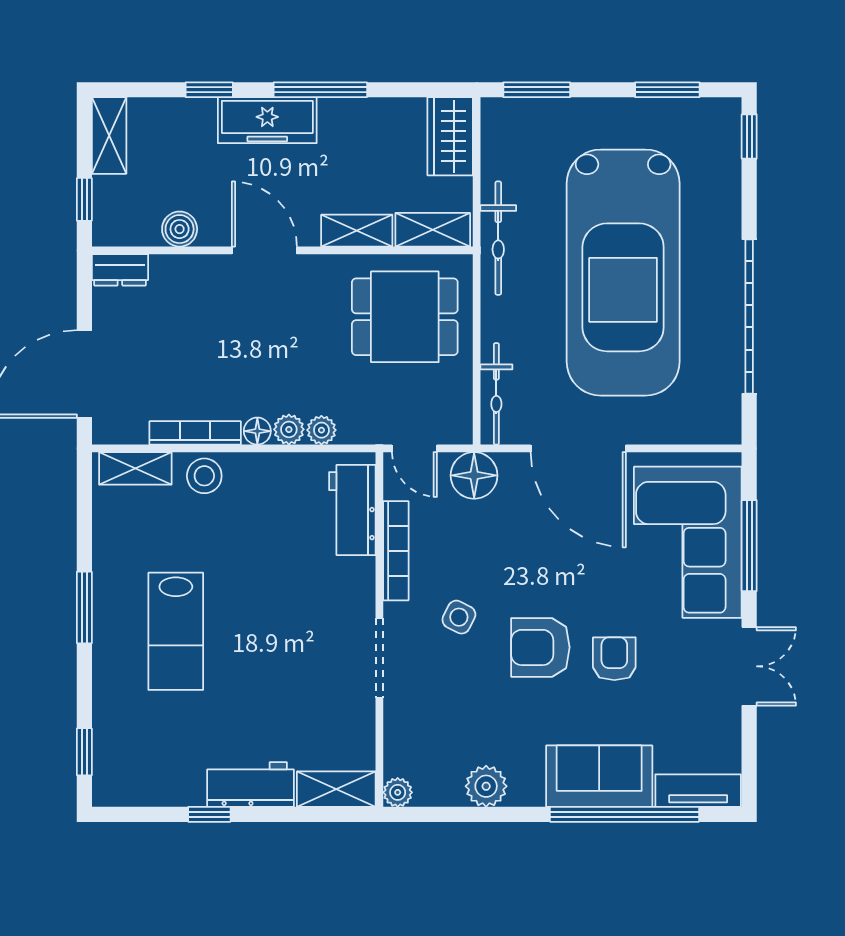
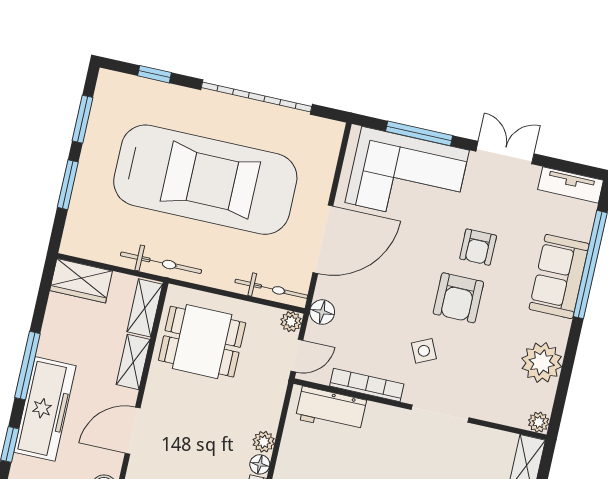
window: (537, 90) -> (68, 185), moved
freezer: (267, 120) -> (45, 409), width x1.36, depth x1.26
window: (749, 136) -> (154, 74), moved
dining table: (405, 317) -> (202, 342), turned 90
plant: (321, 430) -> (291, 322), moved
floor lamp: (474, 475) -> (322, 312), width x0.73, depth x0.73
side table: (459, 617) -> (424, 351), turned 38
armchair: (614, 659) -> (478, 247), turned -90
plant: (486, 786) -> (542, 362), width x1.36, depth x1.36
tv unit: (698, 791) -> (571, 185), moved, turned -90

